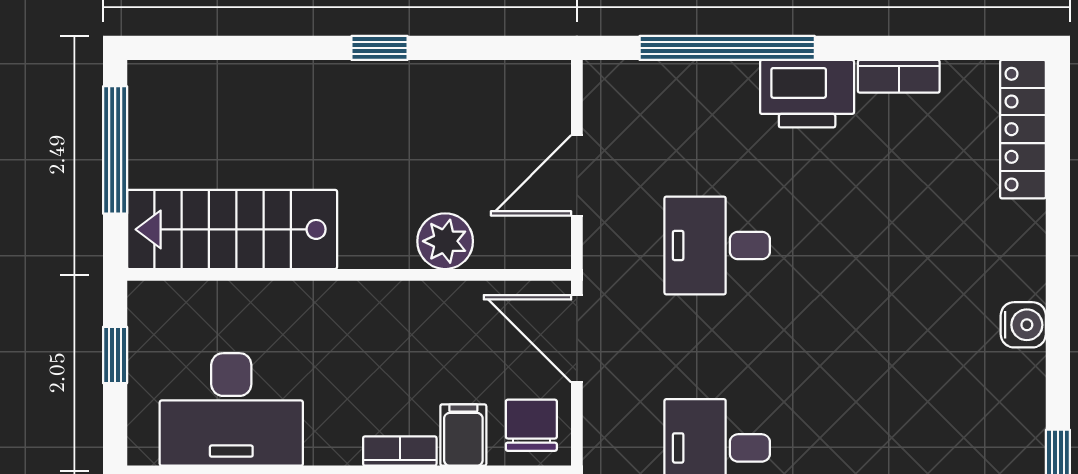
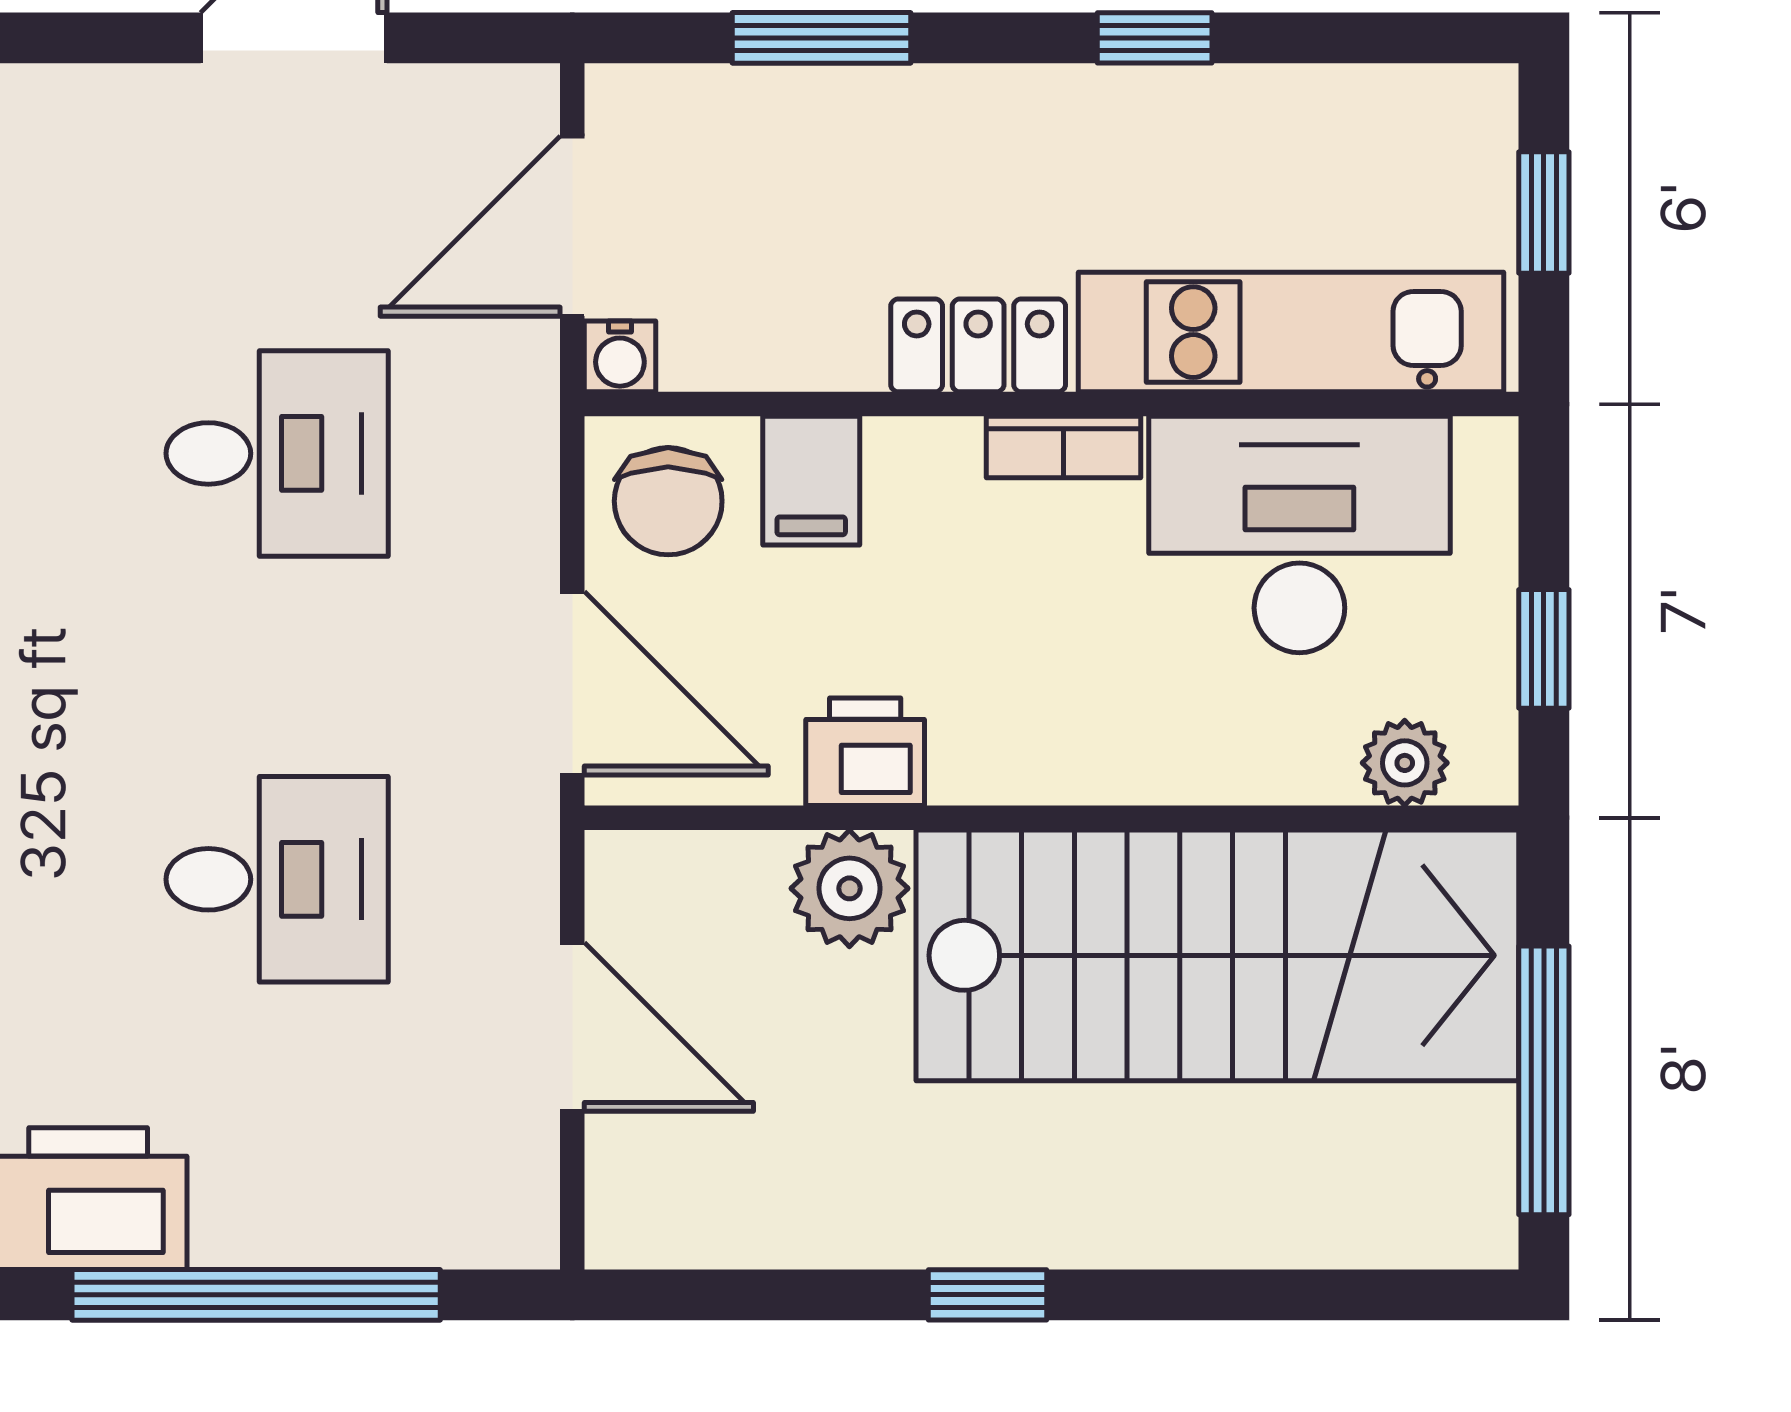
door: (577, 175) -> (572, 1027), hinge flipped
stairs: (232, 229) -> (1217, 955), width x1.36, depth x1.51
plant: (181, 301) -> (1405, 763), added
printer: (438, 306) -> (865, 752), added
bookcase: (400, 451) -> (1063, 447), moved

